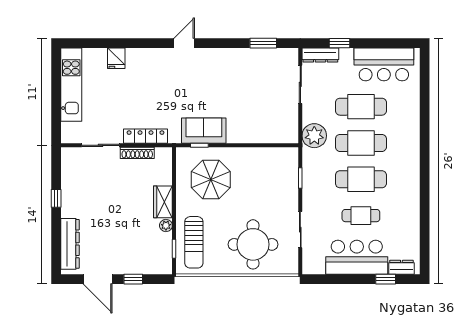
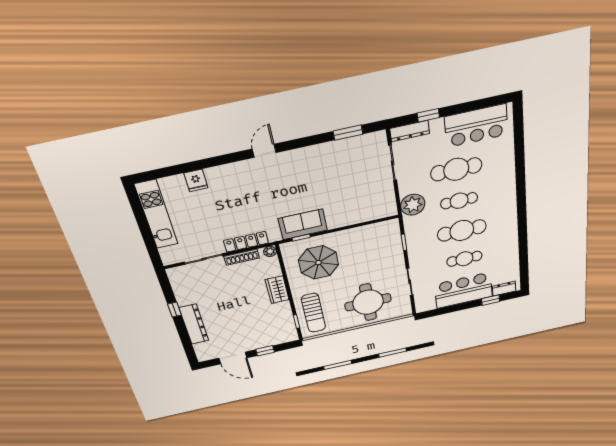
cafe table: (361, 143) -> (459, 201), width x0.73, depth x0.74
plant: (166, 226) -> (270, 251), moved
dresser: (70, 244) -> (194, 324), moved

